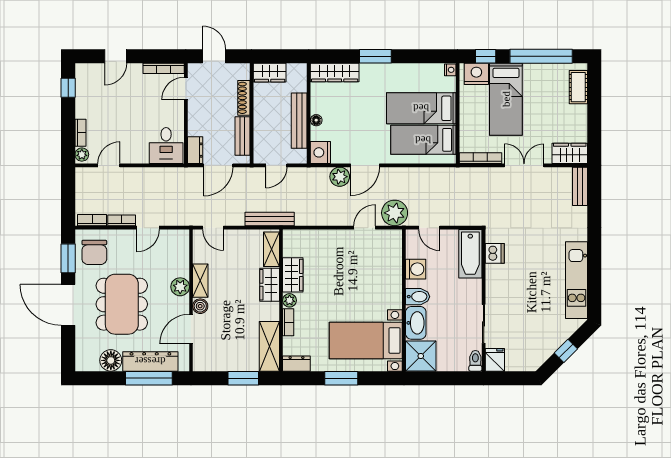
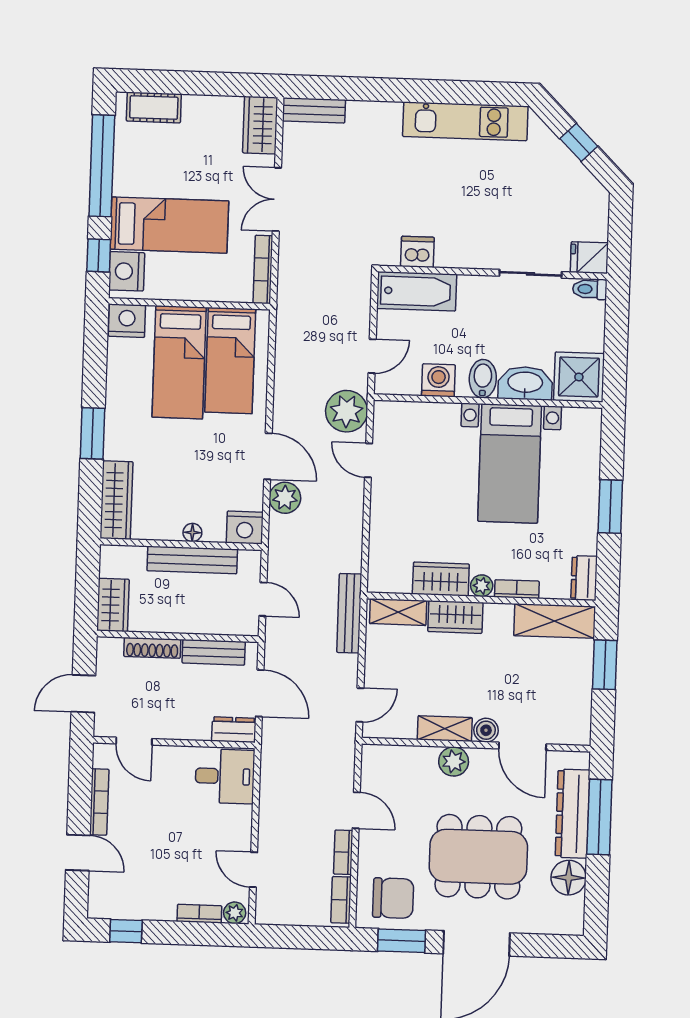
bookcase: (164, 68) -> (99, 802), moved
nightstand: (450, 70) -> (127, 321), width x1.89, depth x1.79
bed with nightstands: (366, 340) -> (510, 463), moved

